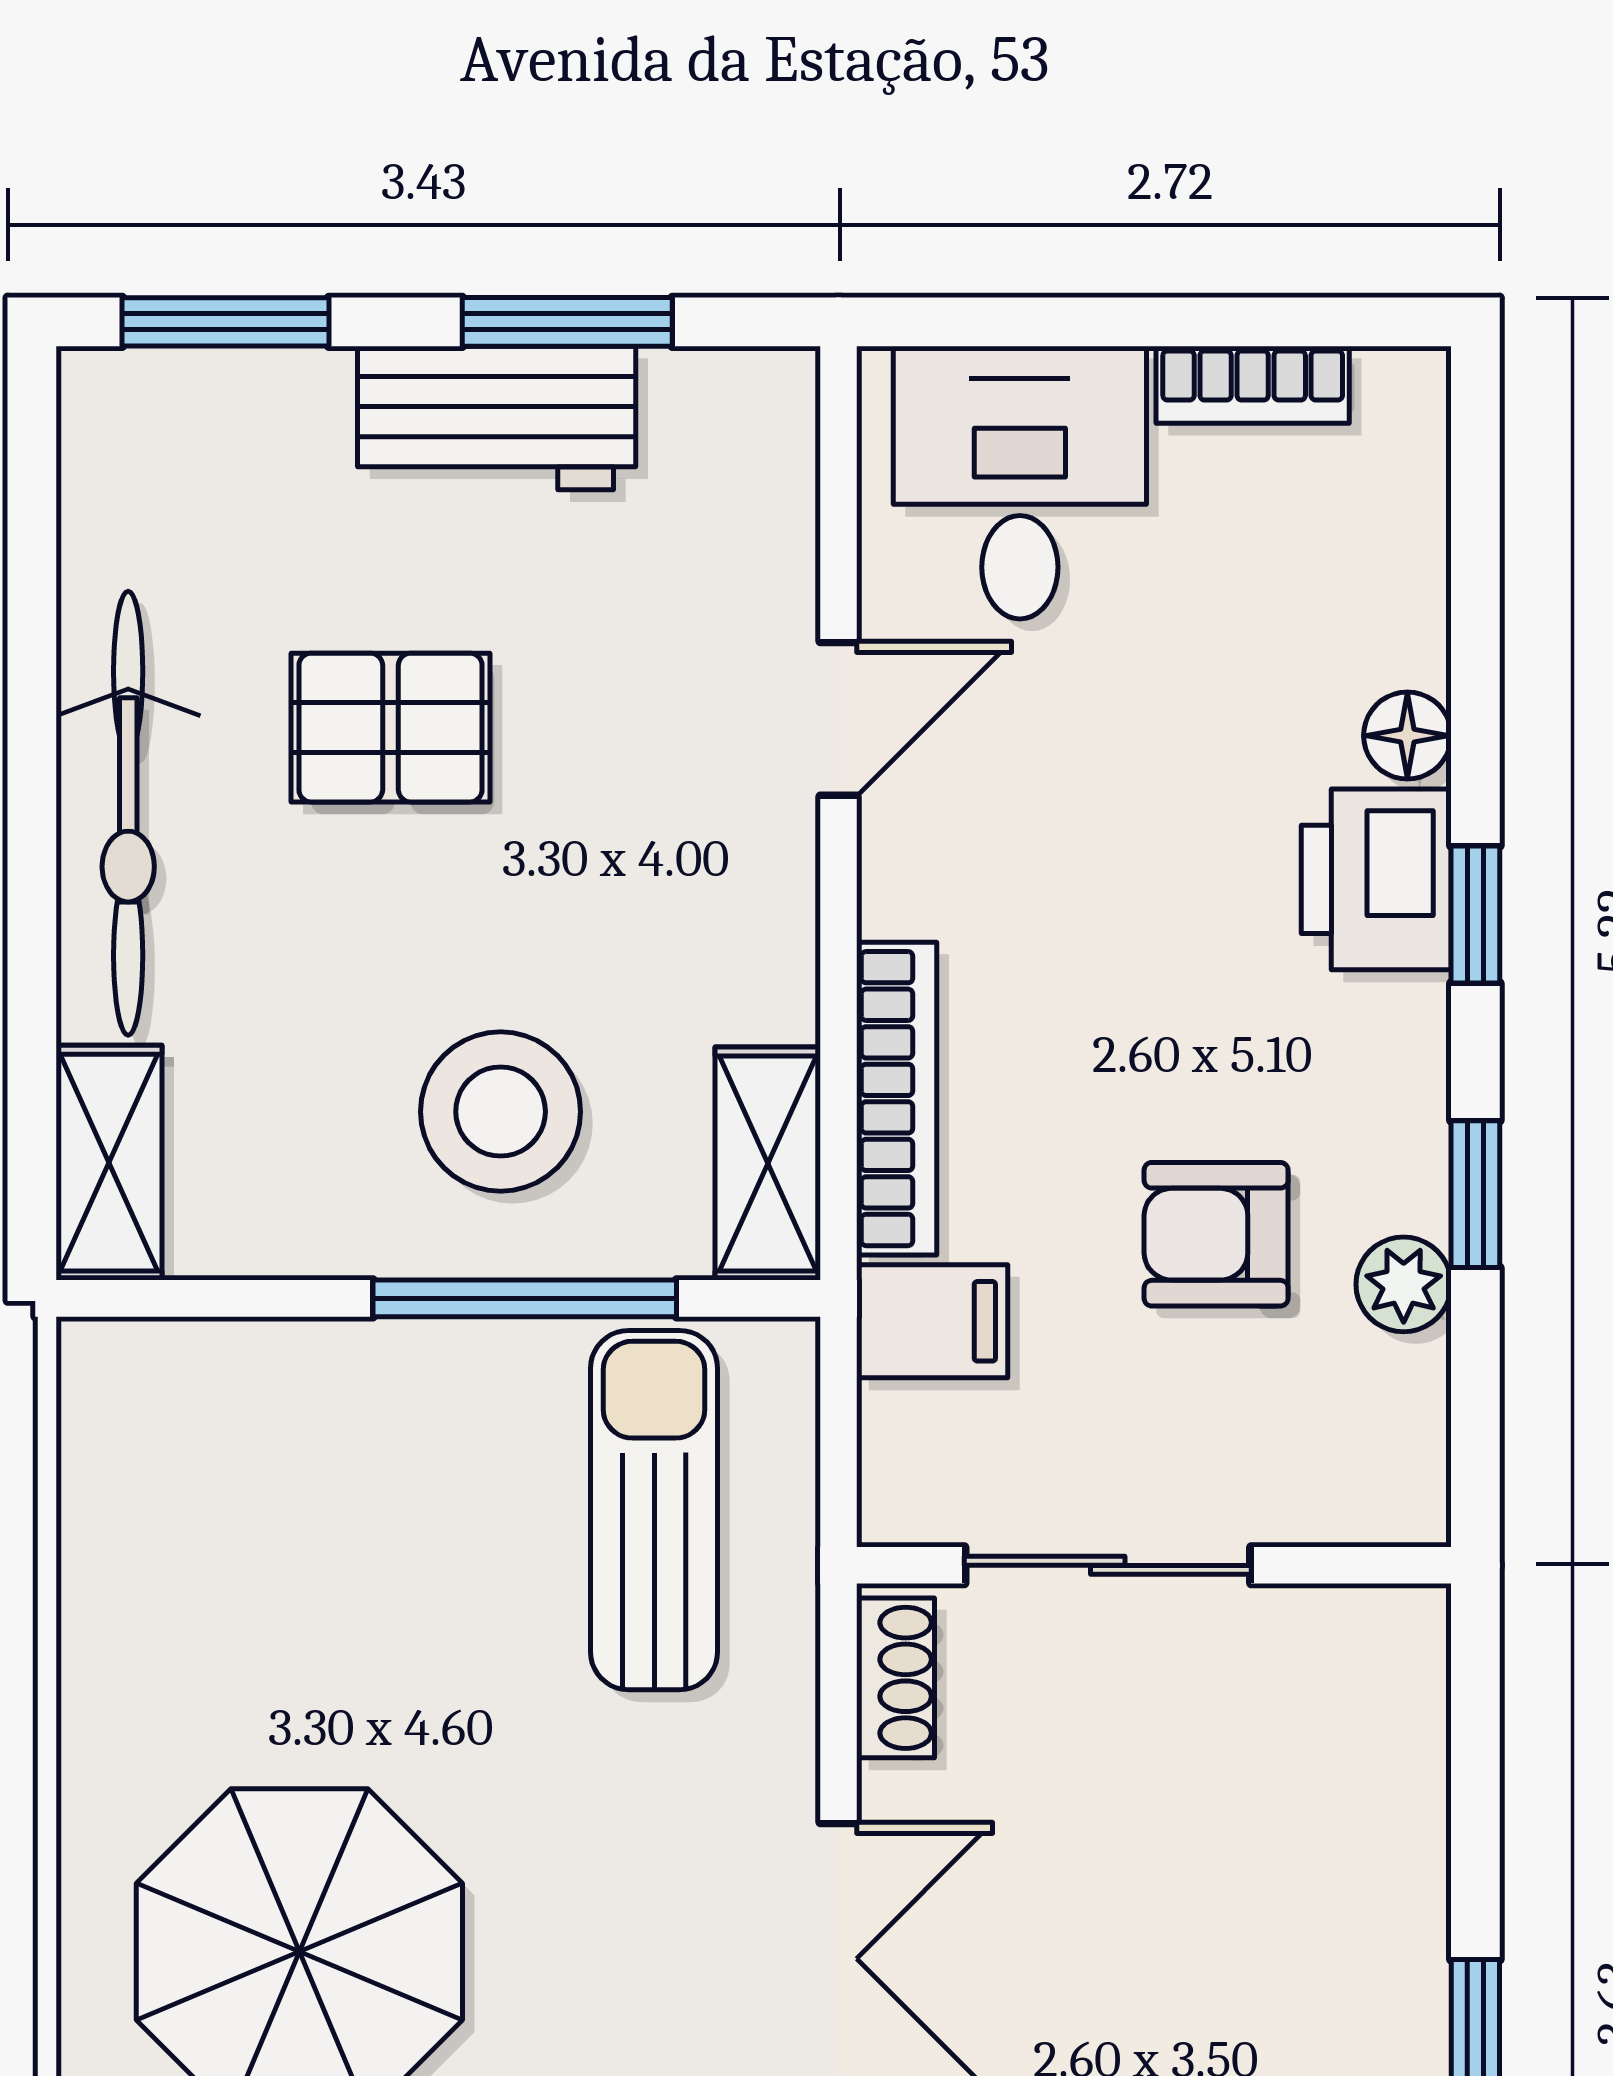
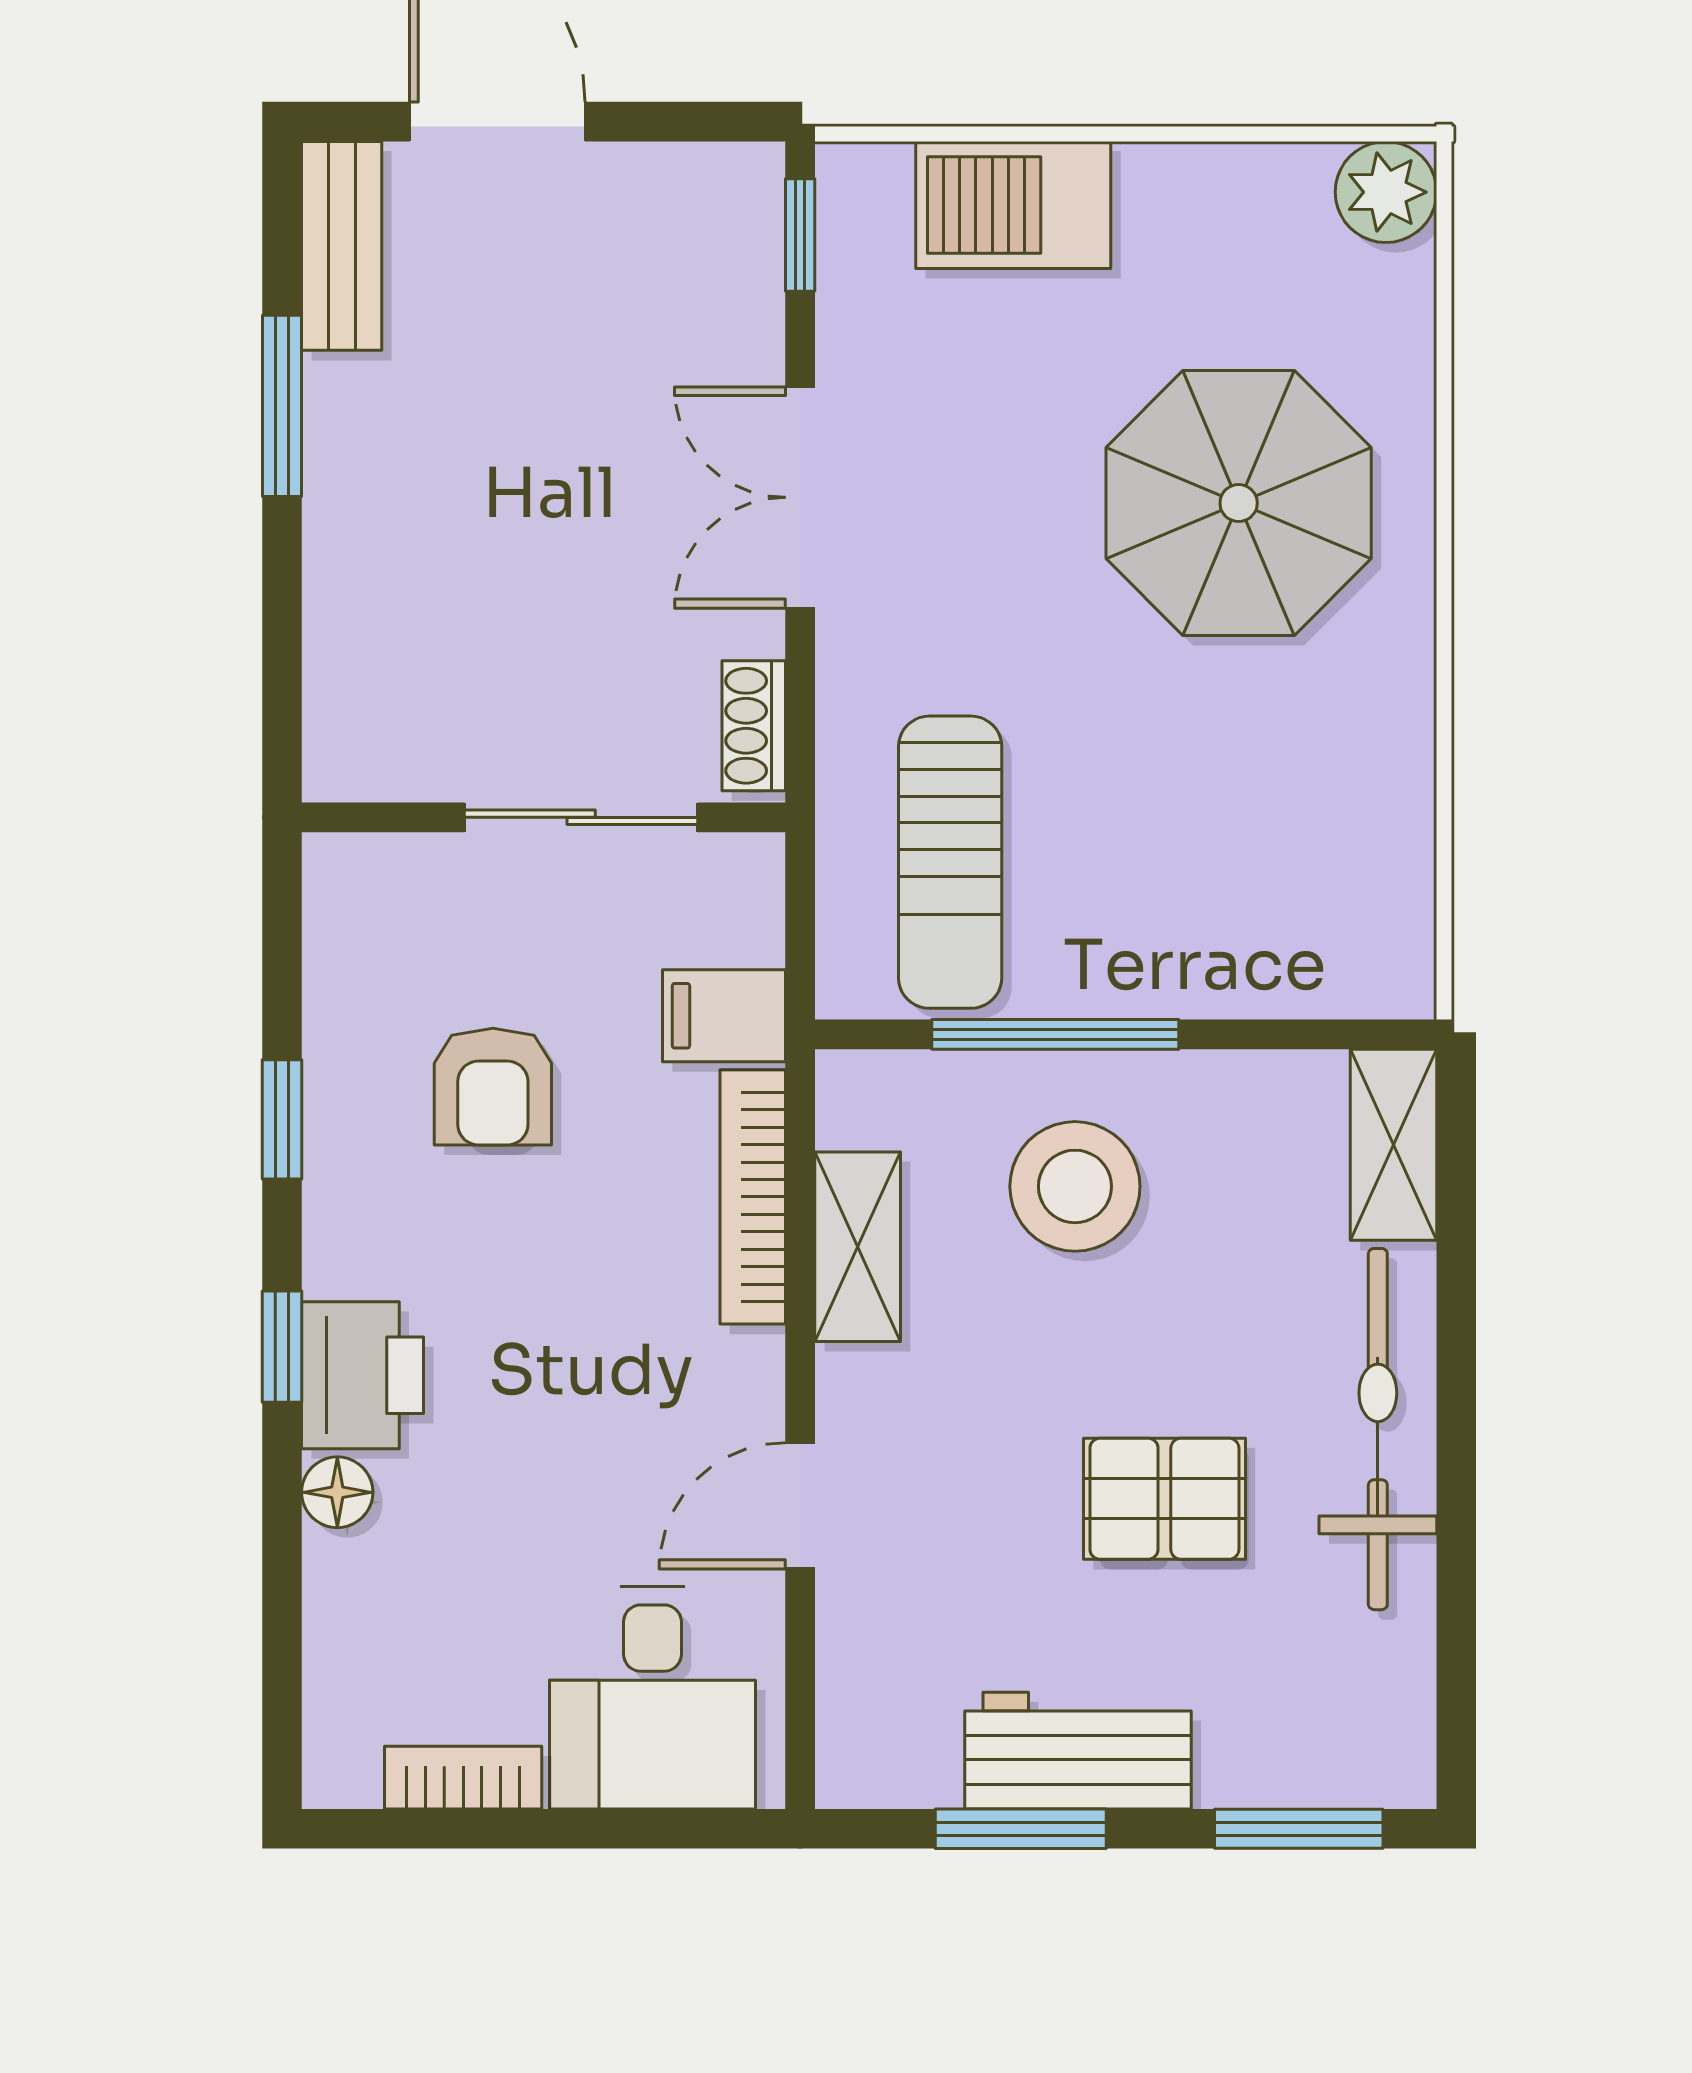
shelving: (768, 1164) -> (858, 1247), moved
armchair: (1216, 1234) -> (493, 1087), turned 90
plant: (1404, 1284) -> (340, 1046), removed

